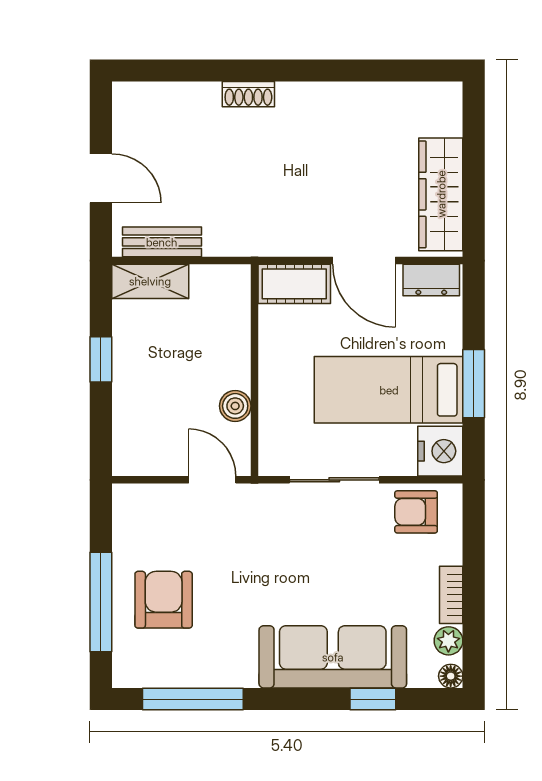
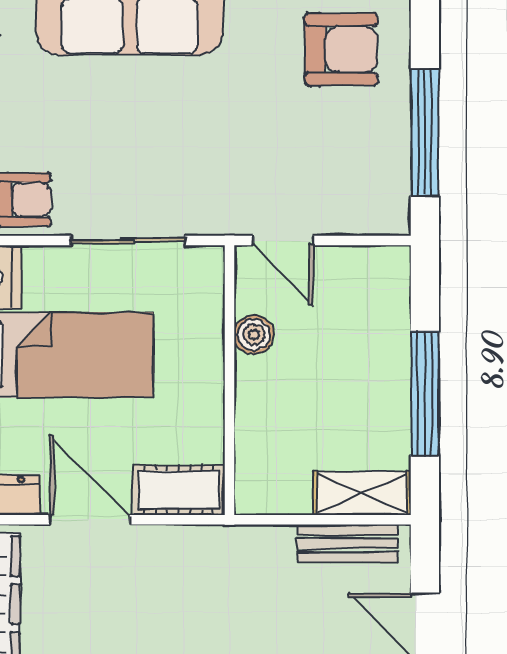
window: (101, 359) -> (425, 394), width x2.17
armchair: (164, 600) -> (341, 49), moved, turned -90
window: (101, 602) -> (425, 132), moved

